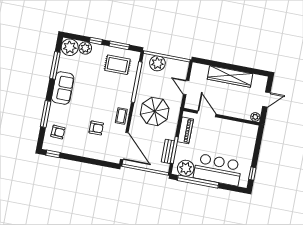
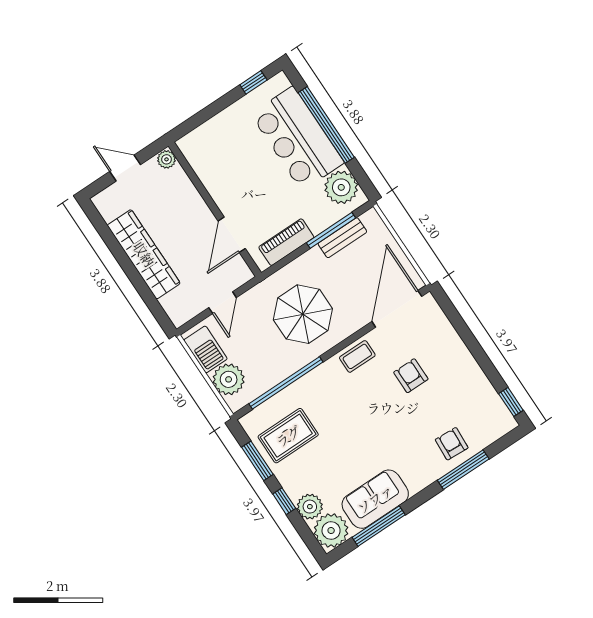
rug: (117, 65) -> (288, 436), turned 90
barbecue: (176, 65) -> (206, 349), added
sofa: (63, 88) -> (375, 499), moved
armchair: (58, 132) -> (452, 444), moved
window: (198, 182) -> (326, 125), moved

